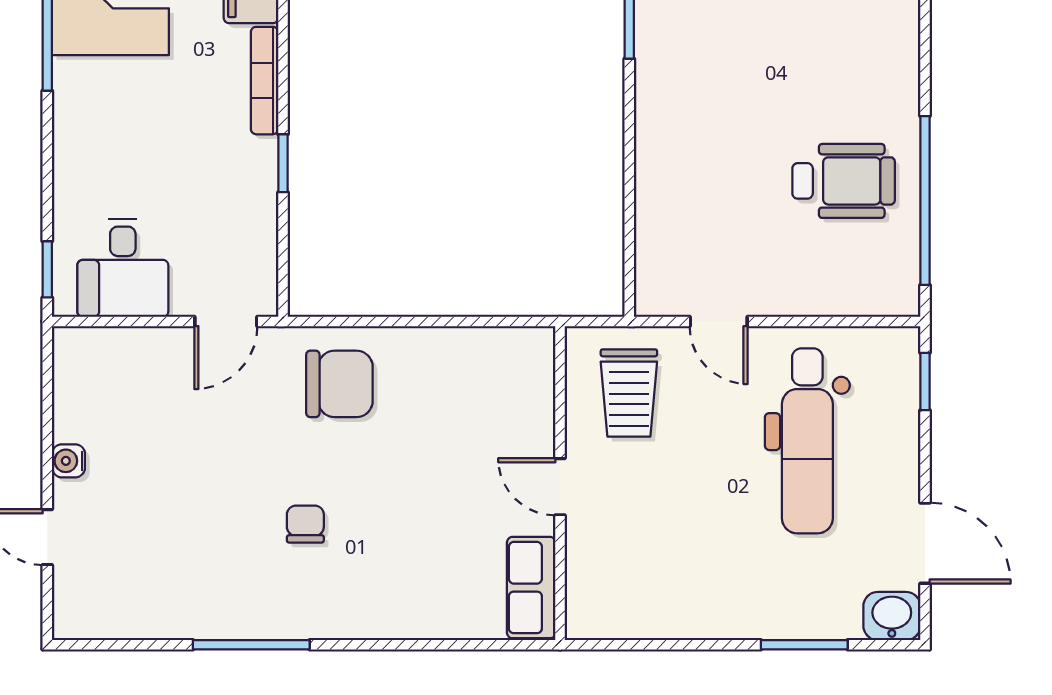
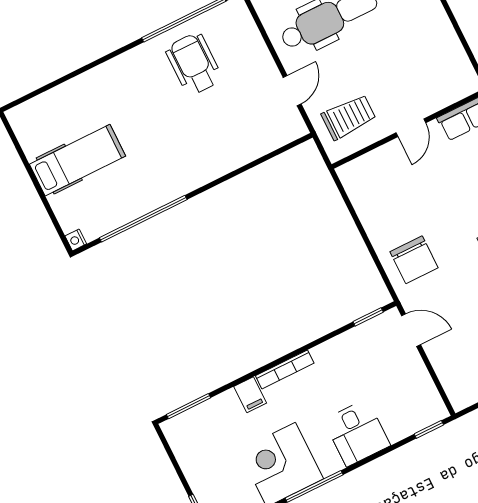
window: (283, 163) -> (368, 317), moved
desk: (123, 268) -> (357, 433), moved, turned 90
chair: (339, 384) -> (414, 260), turned 180

